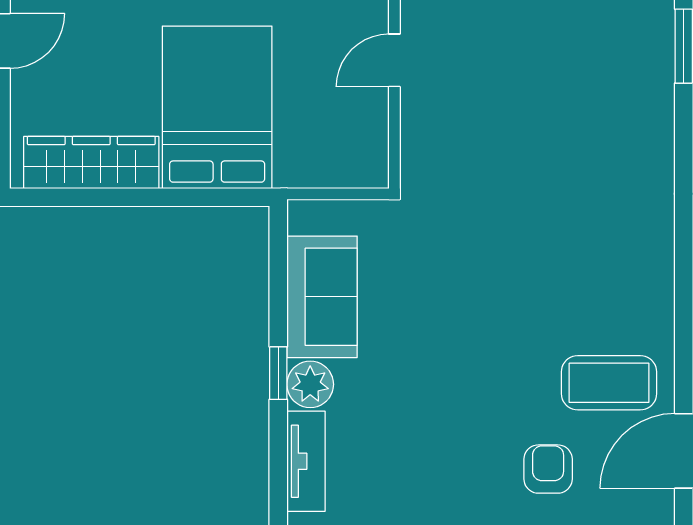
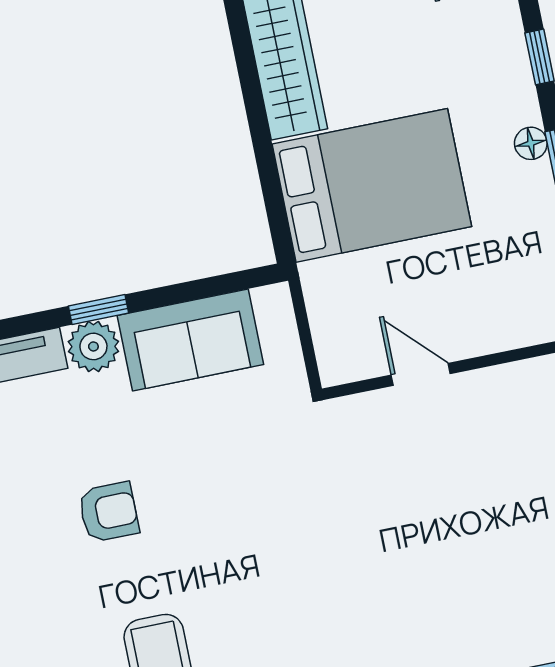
door: (394, 60) -> (421, 374), moved
armchair: (548, 469) -> (109, 512), moved

